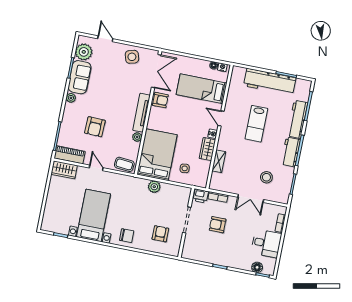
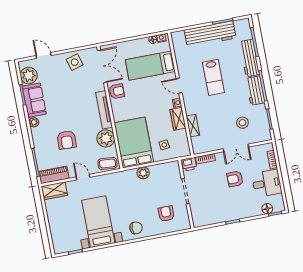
plant: (137, 137) -> (106, 138), width x1.88, depth x1.88
armchair: (218, 225) -> (235, 179), moved

